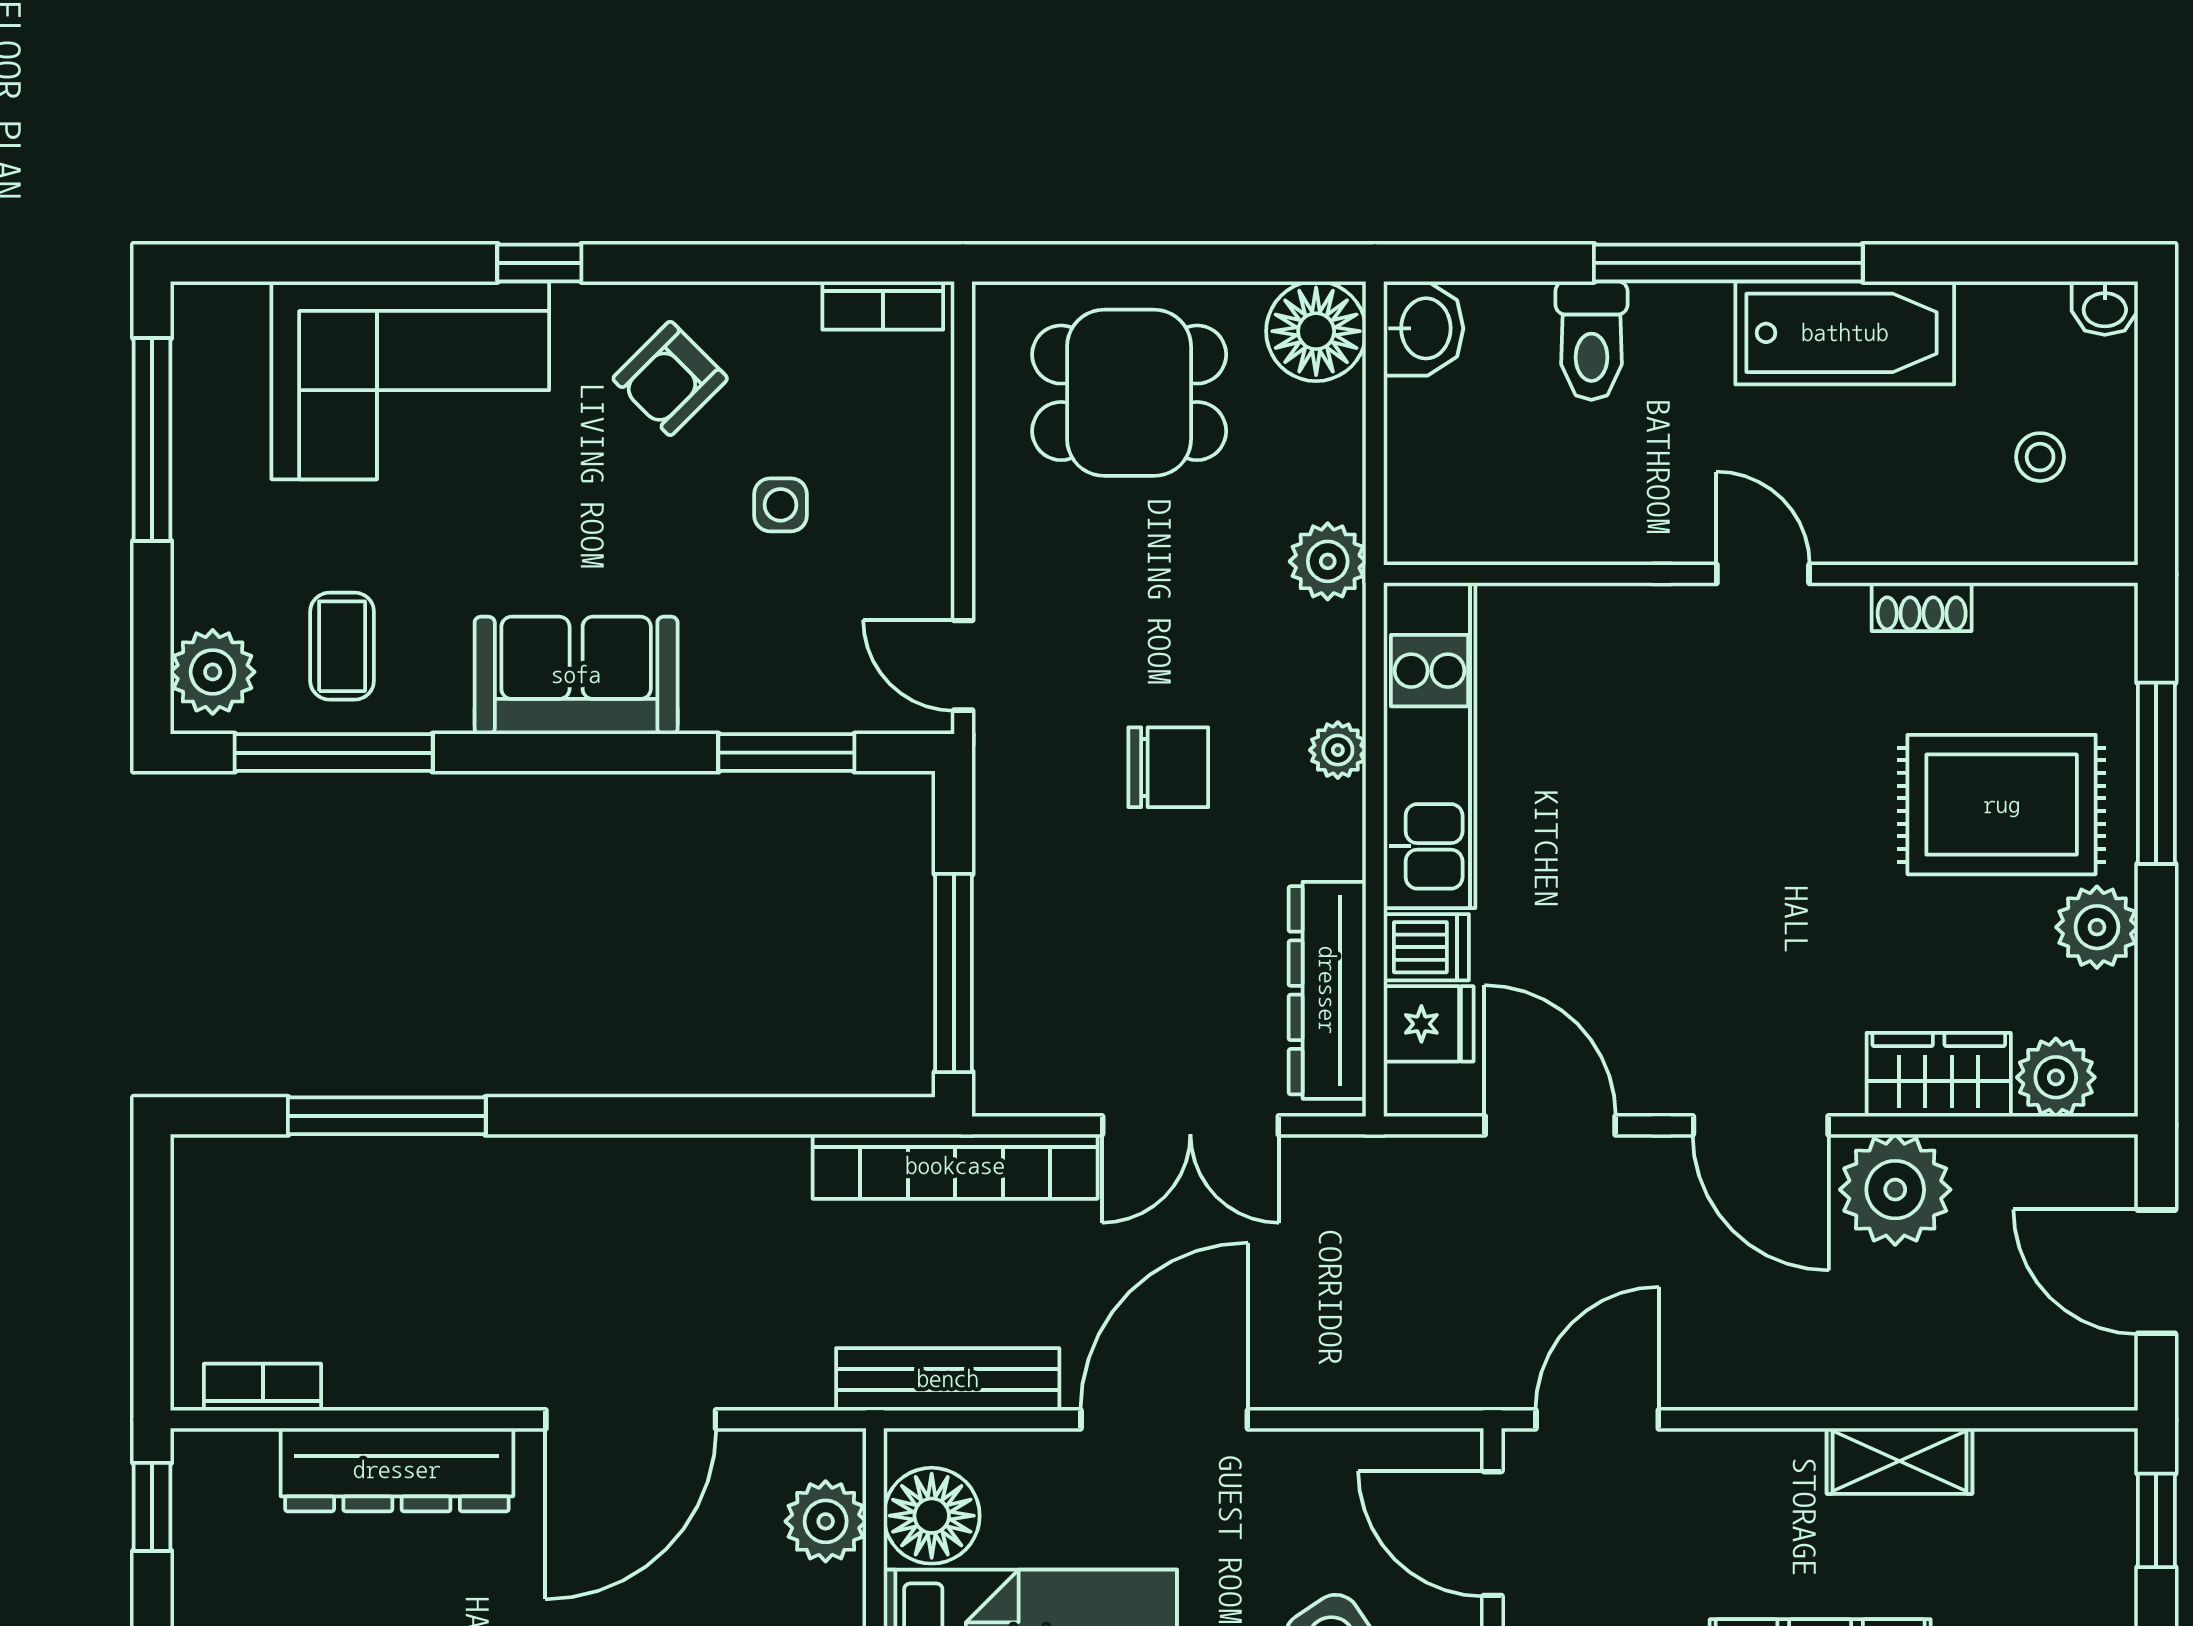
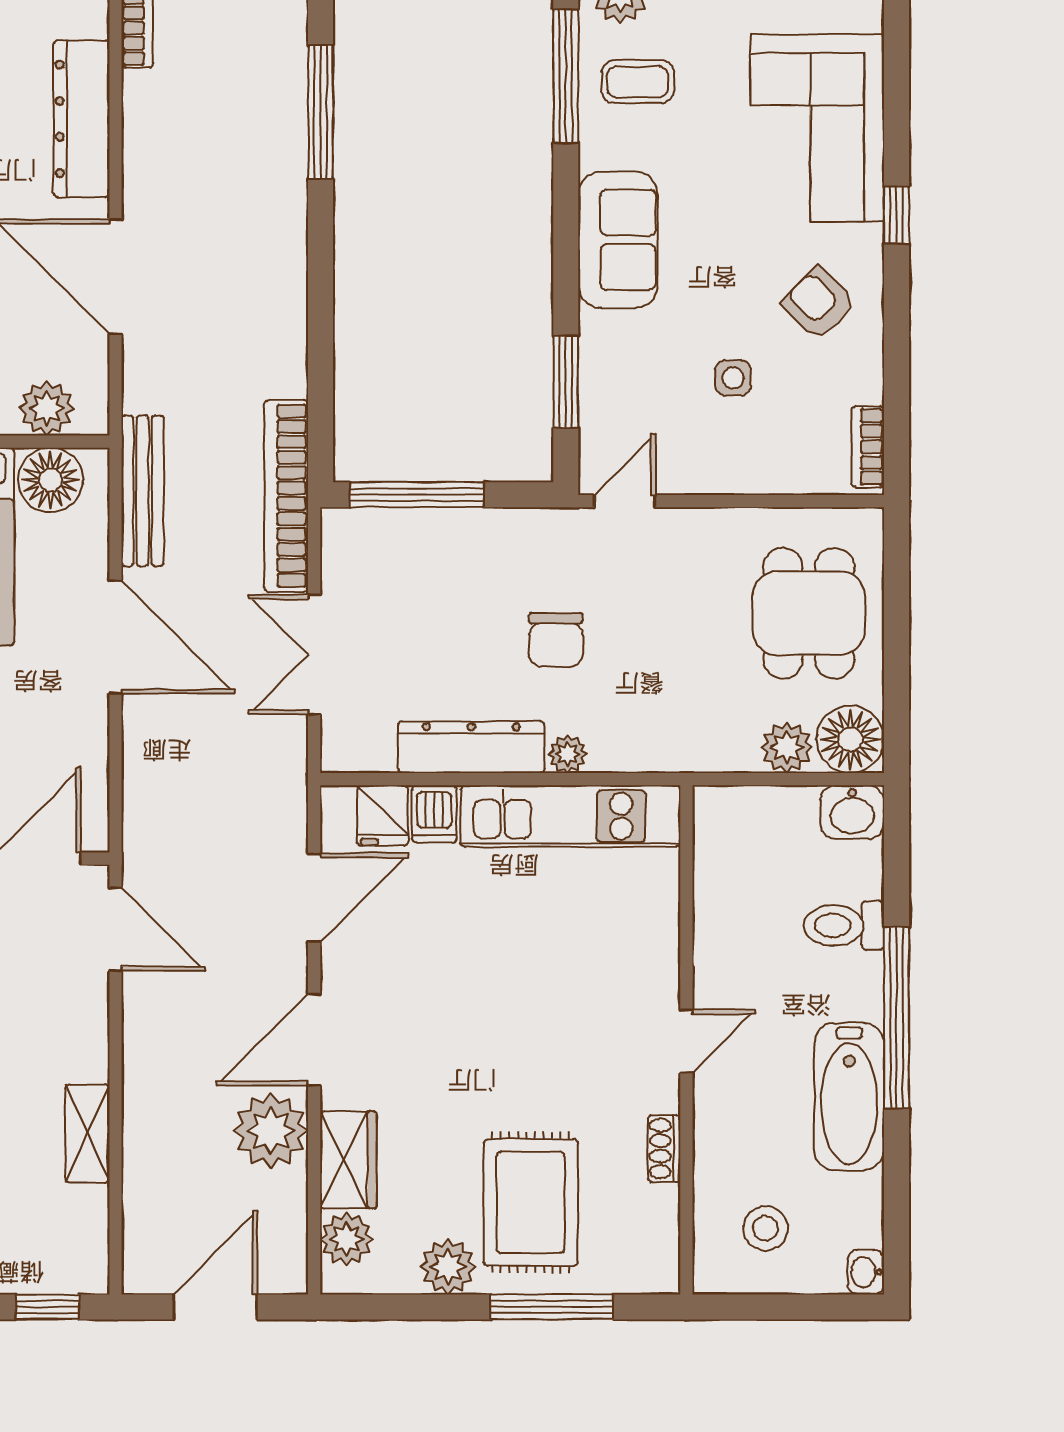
stool: (2040, 457) -> (765, 1228), width x1.37, depth x1.37
plant: (1328, 561) -> (787, 747), moved
dresser: (1327, 990) -> (471, 747), moved

